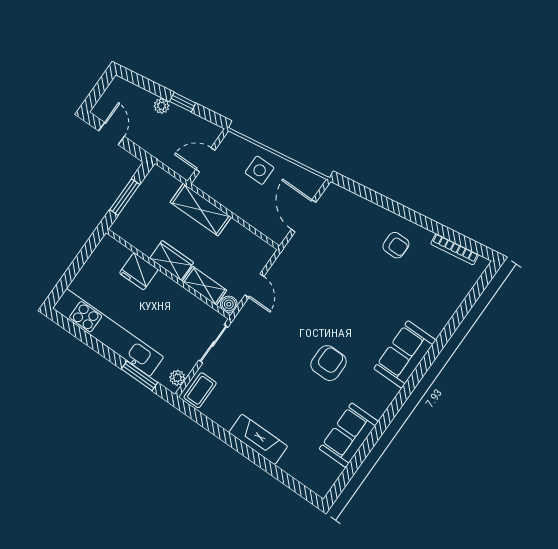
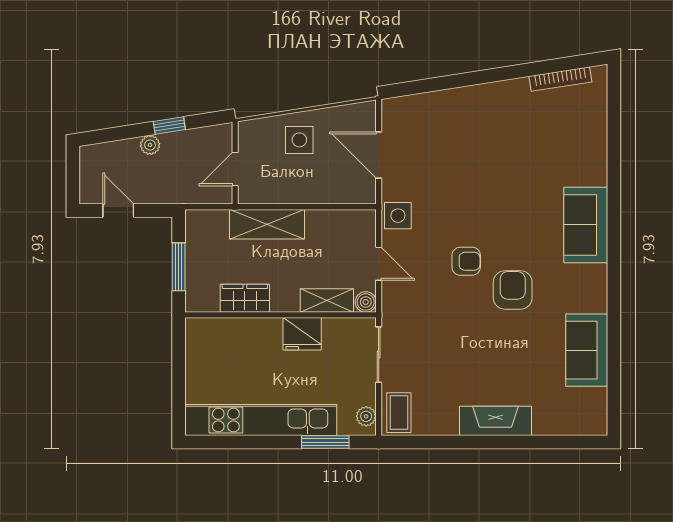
armchair: (396, 245) -> (466, 261), moved
wardrobe: (172, 260) -> (245, 298), moved
side table: (289, 263) -> (398, 216), added
fridge: (139, 271) -> (302, 334), moved

